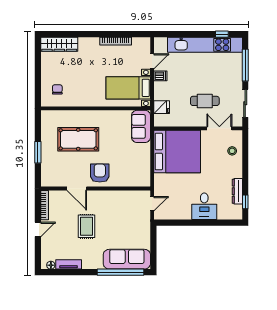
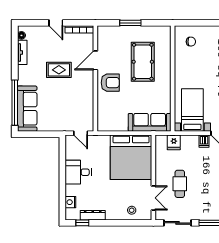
sofa: (141, 126) -> (150, 122), width x1.36
desk: (204, 206) -> (78, 172), moved
nightstand: (224, 214) -> (70, 202), added

